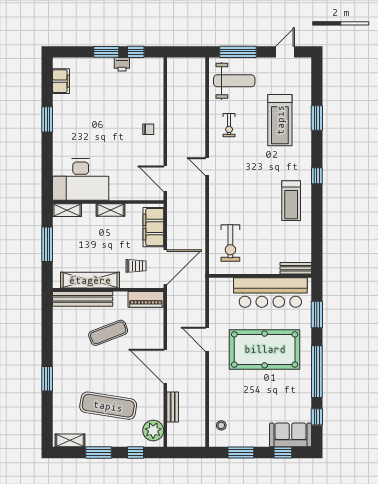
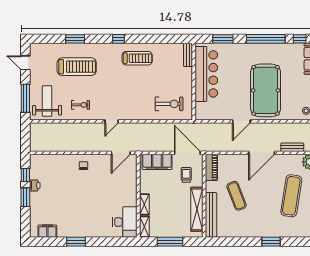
desk: (81, 179) -> (125, 222), width x0.73, depth x0.77
shelving: (111, 210) -> (144, 204), moved
pool table: (265, 349) -> (266, 90), moved

